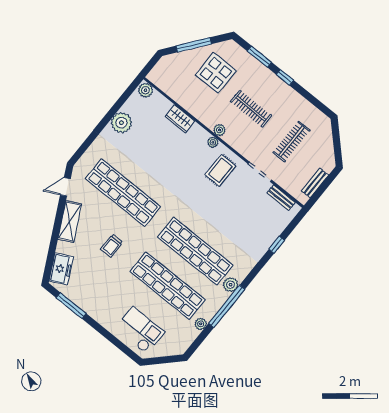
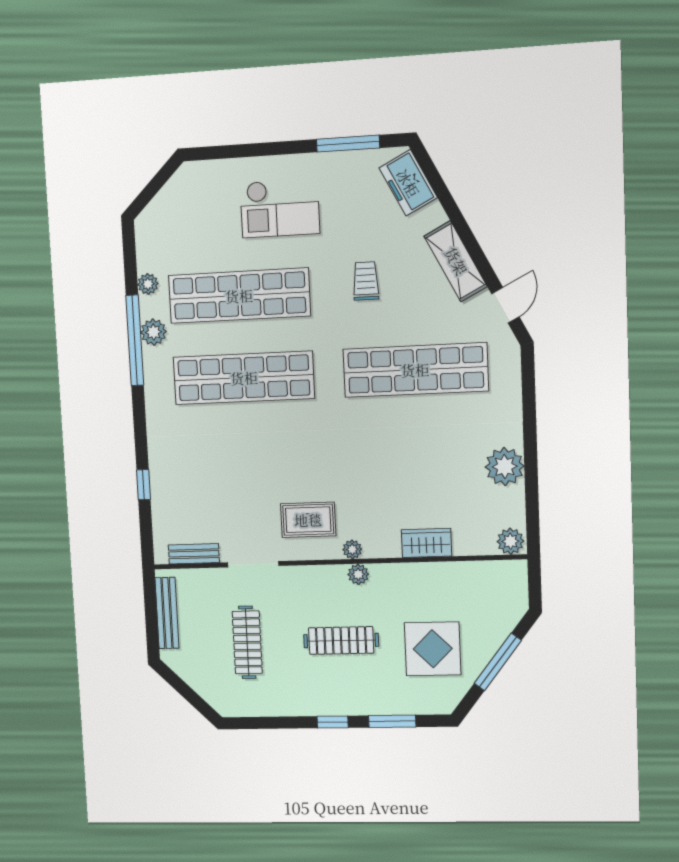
rug: (220, 170) -> (308, 520), turned 90
bench: (315, 183) -> (167, 613), width x1.36
plant: (231, 285) -> (153, 332), moved
checkout: (140, 330) -> (280, 208), moved

